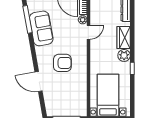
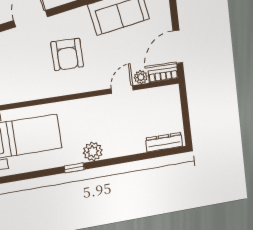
door: (88, 32) -> (122, 89), swing flipped
wardrobe: (124, 37) -> (121, 146), removed

